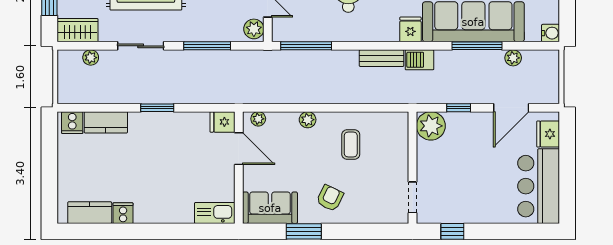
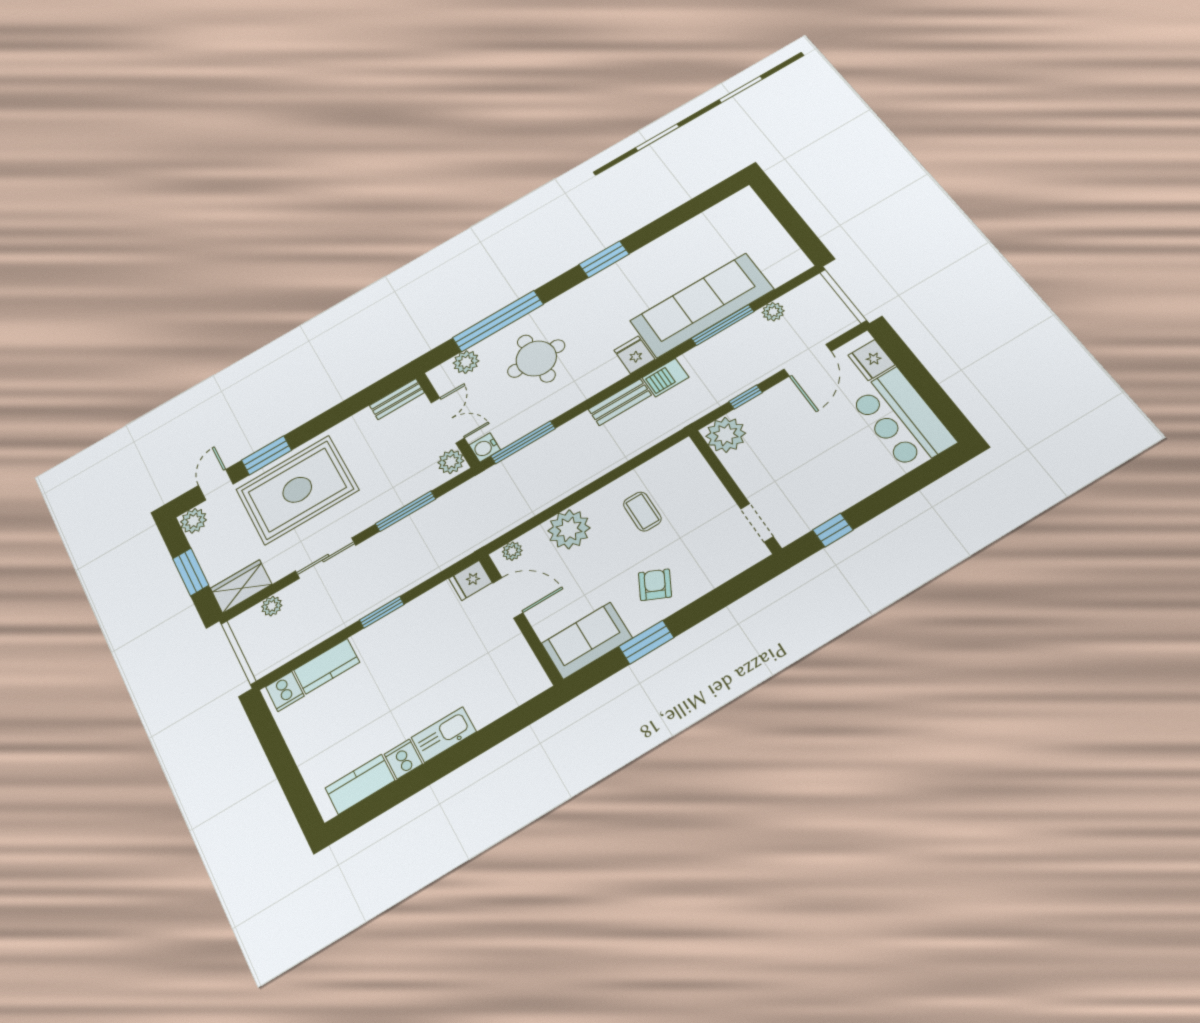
water cooler: (551, 33) -> (485, 447), moved, turned 180
plant: (308, 120) -> (569, 529), width x1.88, depth x1.88
kitchen sink: (215, 213) -> (444, 735), moved

